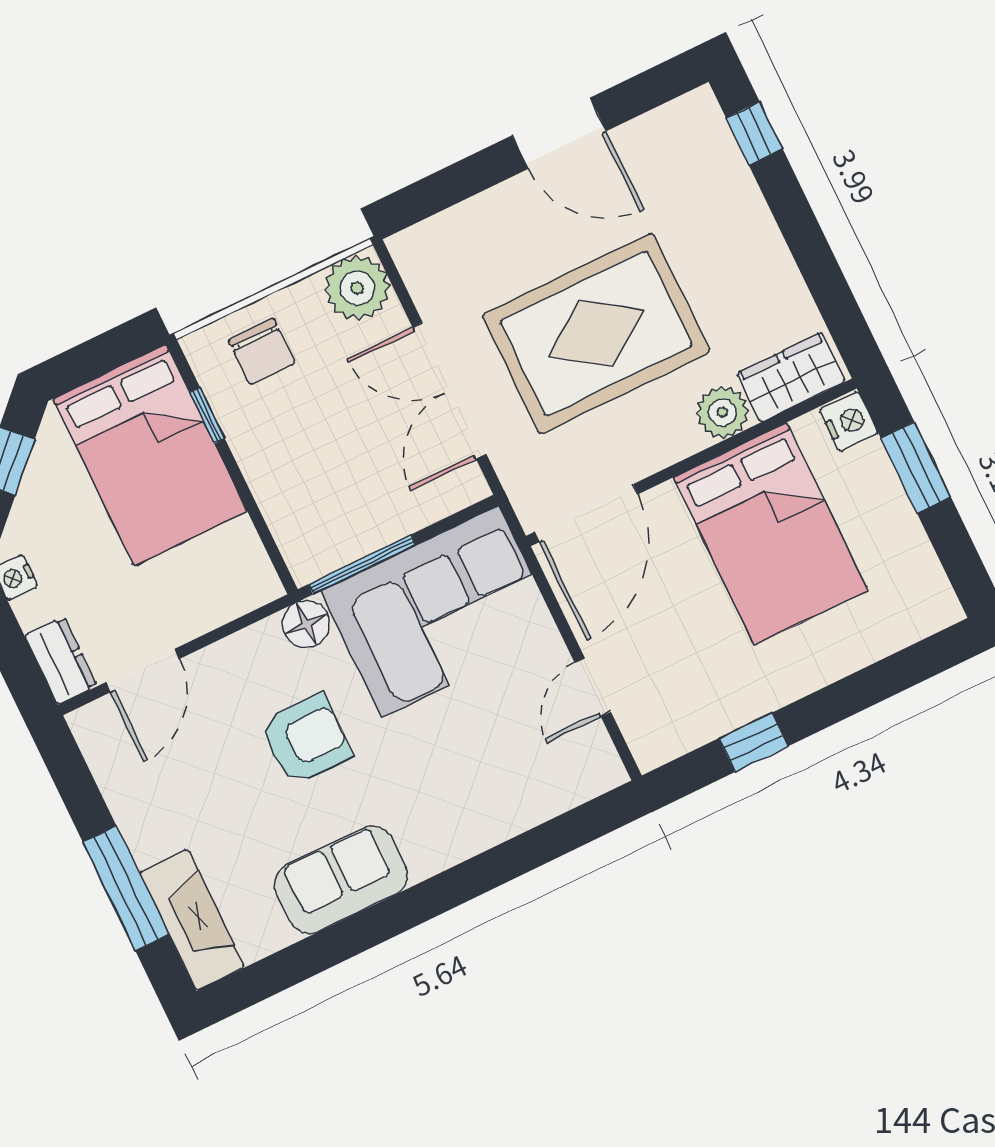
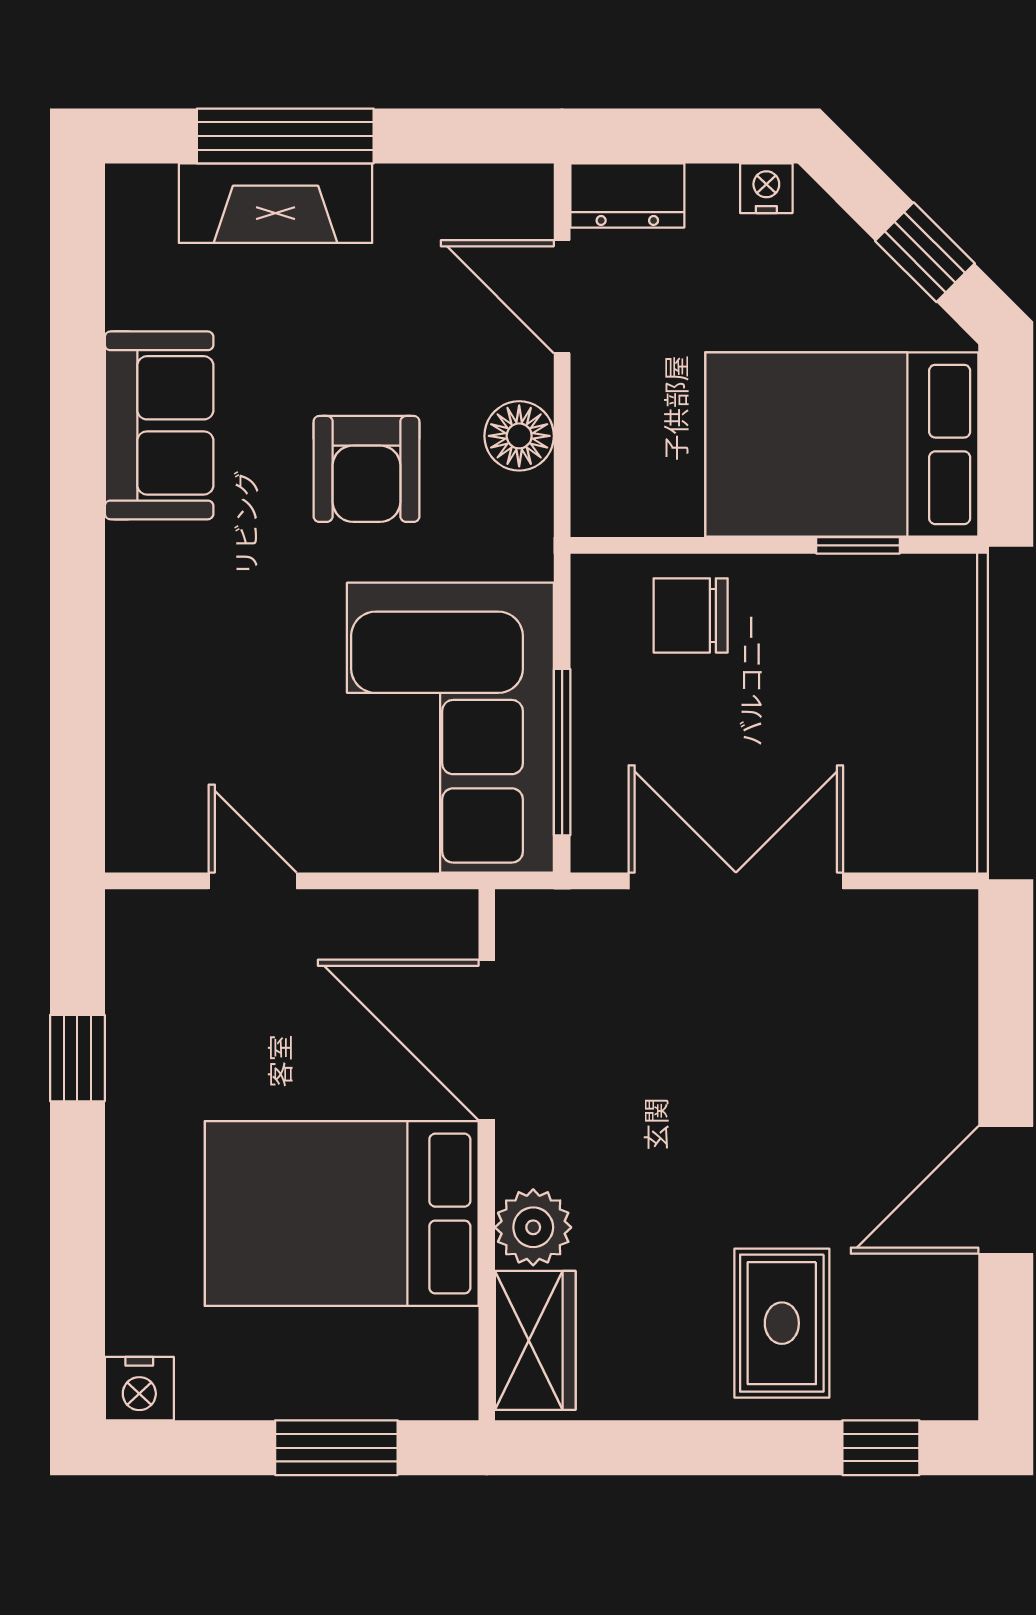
plant: (357, 288) -> (930, 825), removed
rug: (596, 333) -> (782, 1323), moved, width x0.54, depth x0.49
chair: (262, 351) -> (691, 615), moved
nightstand: (849, 422) -> (139, 1389), moved
door: (586, 513) -> (487, 1040), moved
window: (362, 565) -> (562, 752), moved
floor lamp: (306, 624) -> (519, 436), moved
fireplace: (192, 920) -> (275, 203), moved

